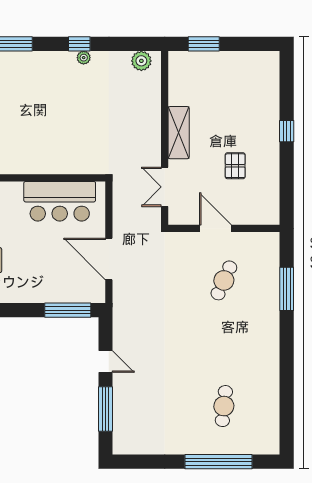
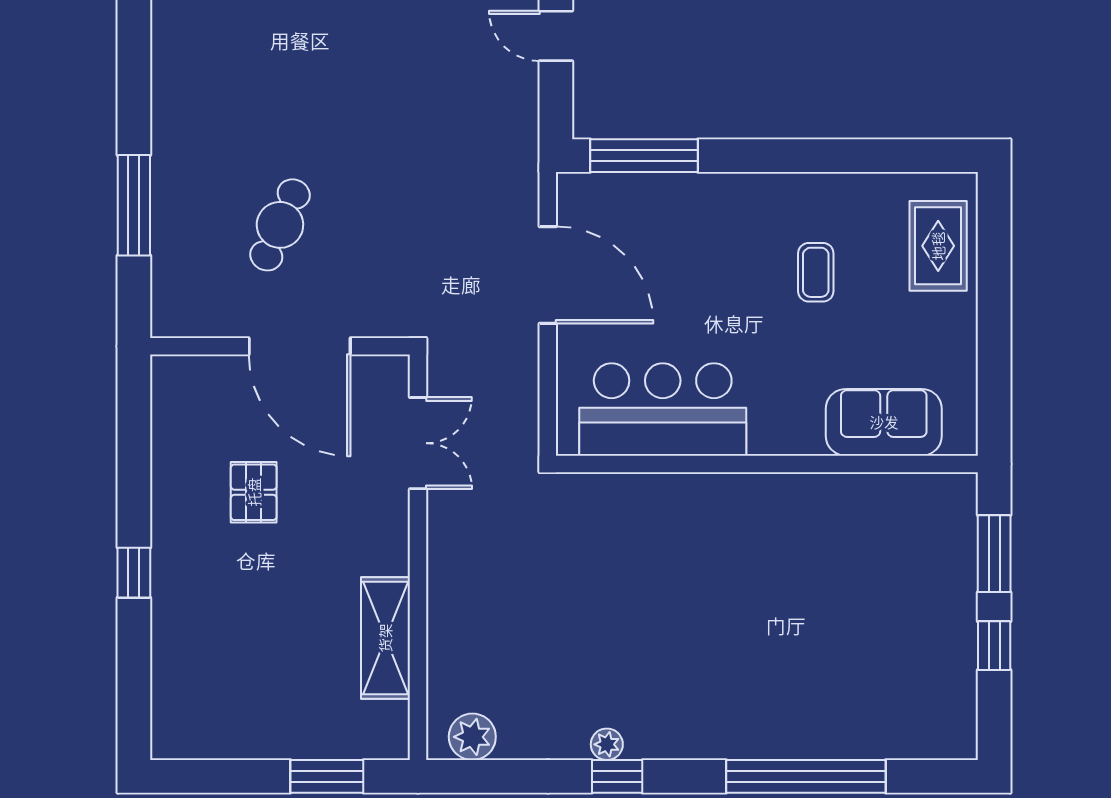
shelving: (179, 133) -> (385, 638), moved
door: (215, 228) -> (300, 346), width x1.36

